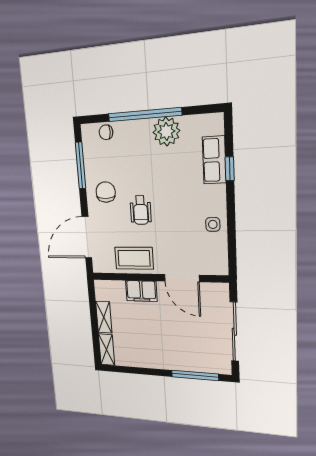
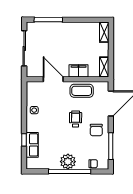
plant: (166, 132) -> (68, 162), moved
shelving: (104, 317) -> (104, 67), moved

